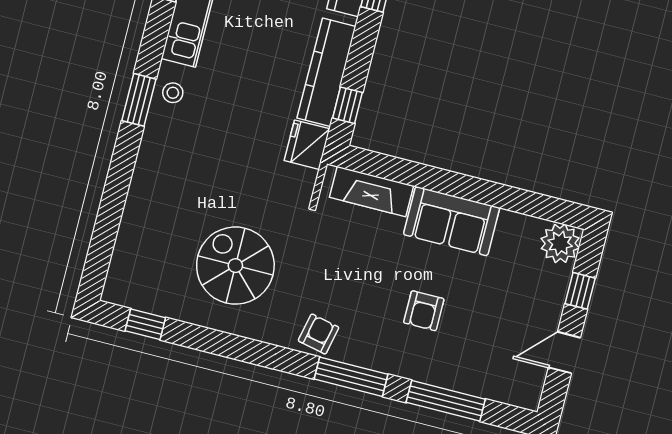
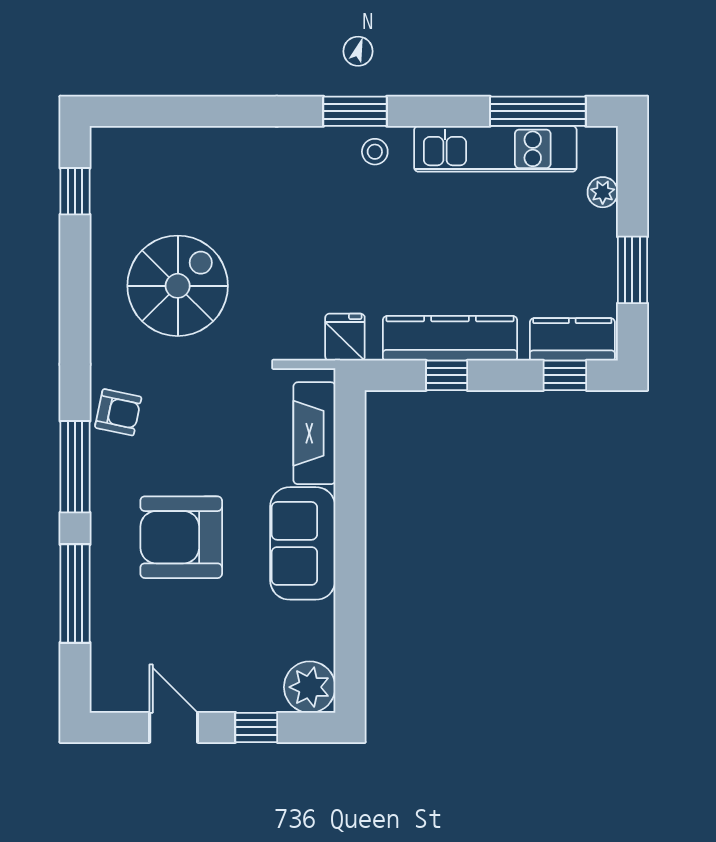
window: (347, 105) -> (447, 375), moved
fridge: (307, 145) -> (345, 337), width x0.72
armchair: (424, 311) -> (181, 537), width x1.88, depth x1.88

